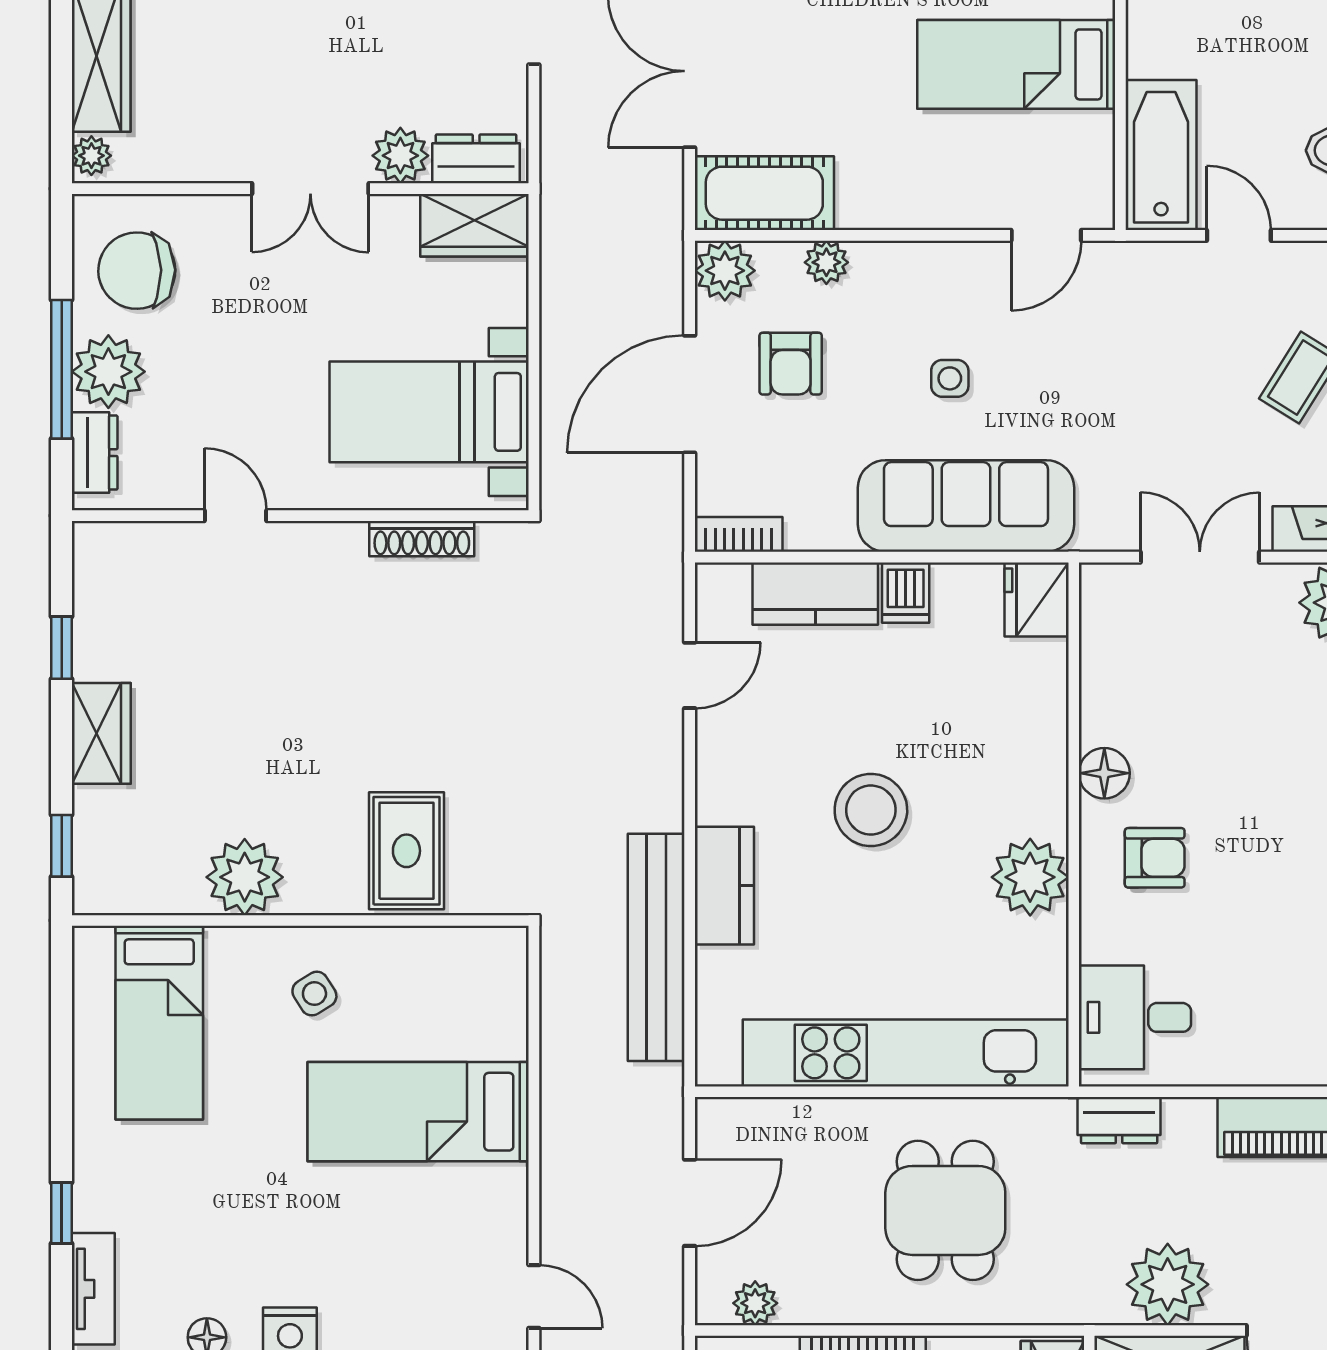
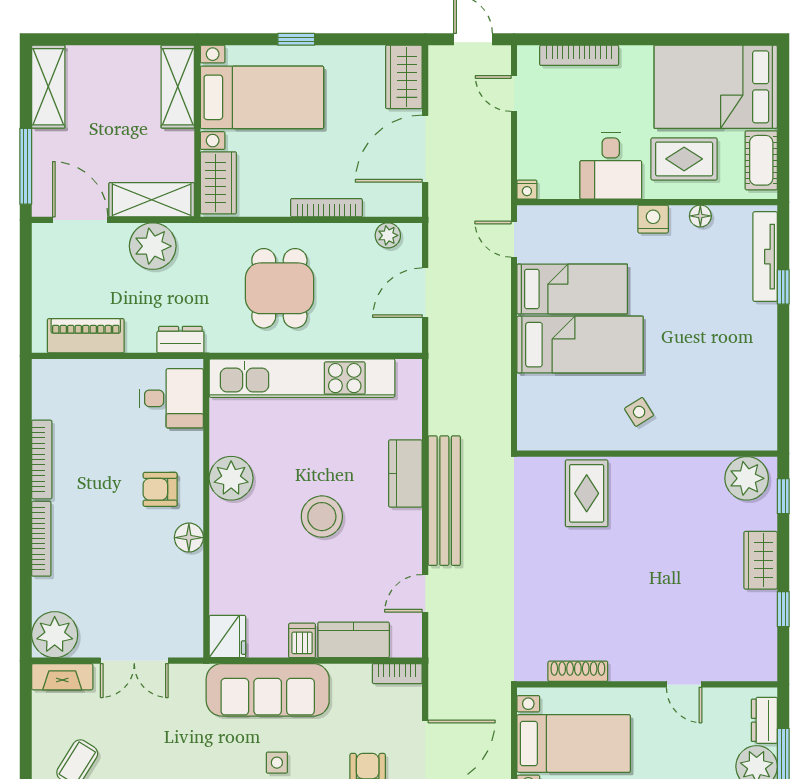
plant: (245, 877) -> (747, 478), moved
bench: (656, 947) -> (444, 501), moved
bed: (159, 1023) -> (572, 289), moved, turned 90
tv unit: (93, 1289) -> (765, 257), width x1.41

